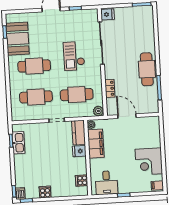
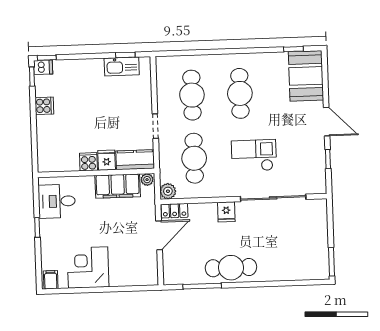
fridge: (108, 14) -> (226, 212), moved
booth: (17, 39) -> (306, 76), moved, turned 90
locker: (110, 88) -> (175, 211), moved
cooker: (82, 180) -> (88, 162), moved

